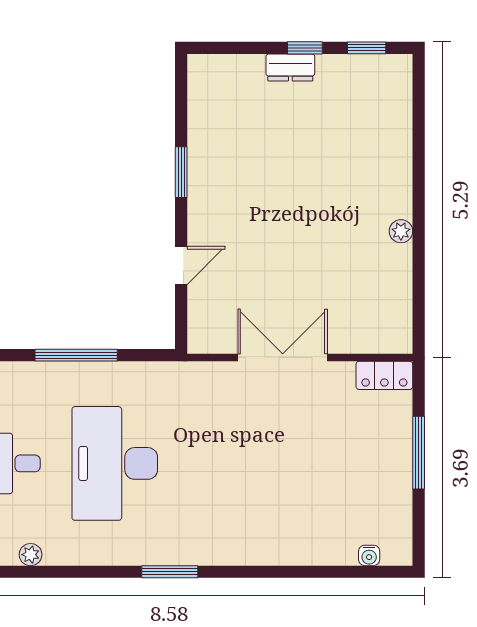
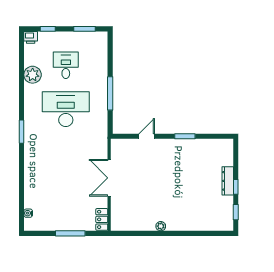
dresser: (290, 67) -> (228, 181), width x1.44
door: (181, 266) -> (147, 136), swing flipped
double door: (283, 358) -> (109, 178), swing flipped
plant: (31, 555) -> (33, 75), width x1.88, depth x1.88

